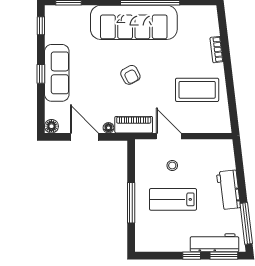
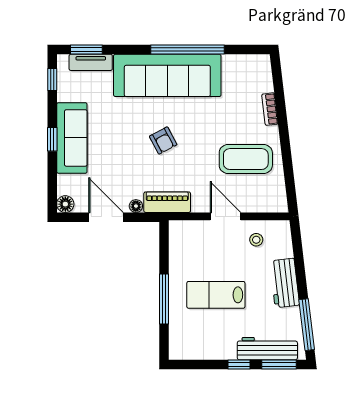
tv unit: (72, 12) -> (91, 62), added
door: (169, 136) -> (226, 216), moved
stool: (172, 165) -> (256, 240), moved

